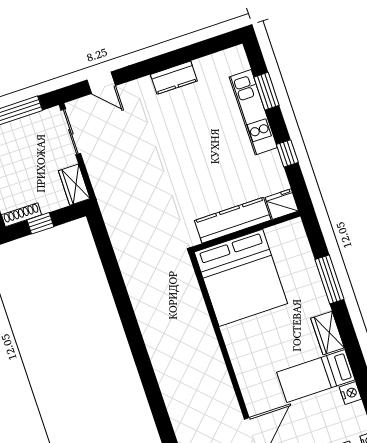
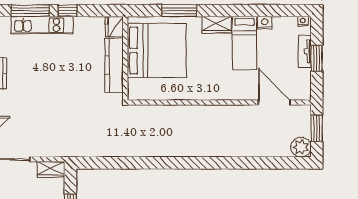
window: (266, 91) -> (30, 11), width x1.44
window: (287, 153) -> (68, 11), moved
bed: (241, 278) -> (157, 50), moved

